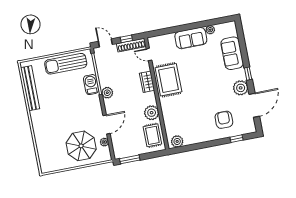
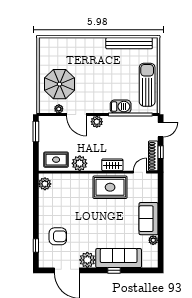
sofa: (232, 53) -> (119, 258), width x1.36
window: (248, 74) -> (114, 270), moved
plant: (107, 93) -> (97, 122), moved

